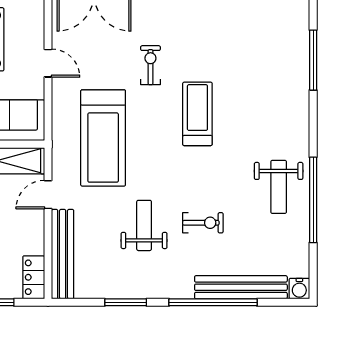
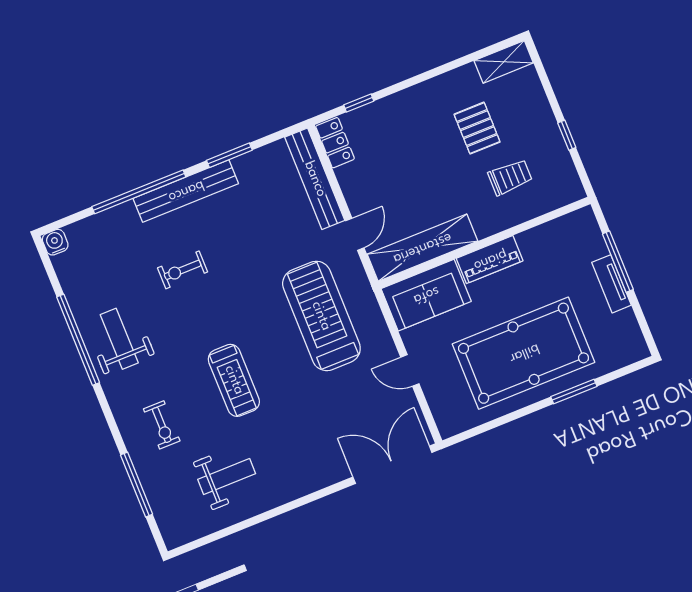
exercise bike: (150, 65) -> (162, 425), moved
weight bench: (144, 225) -> (227, 477), moved, turned -90
bench: (241, 287) -> (186, 191), moved

